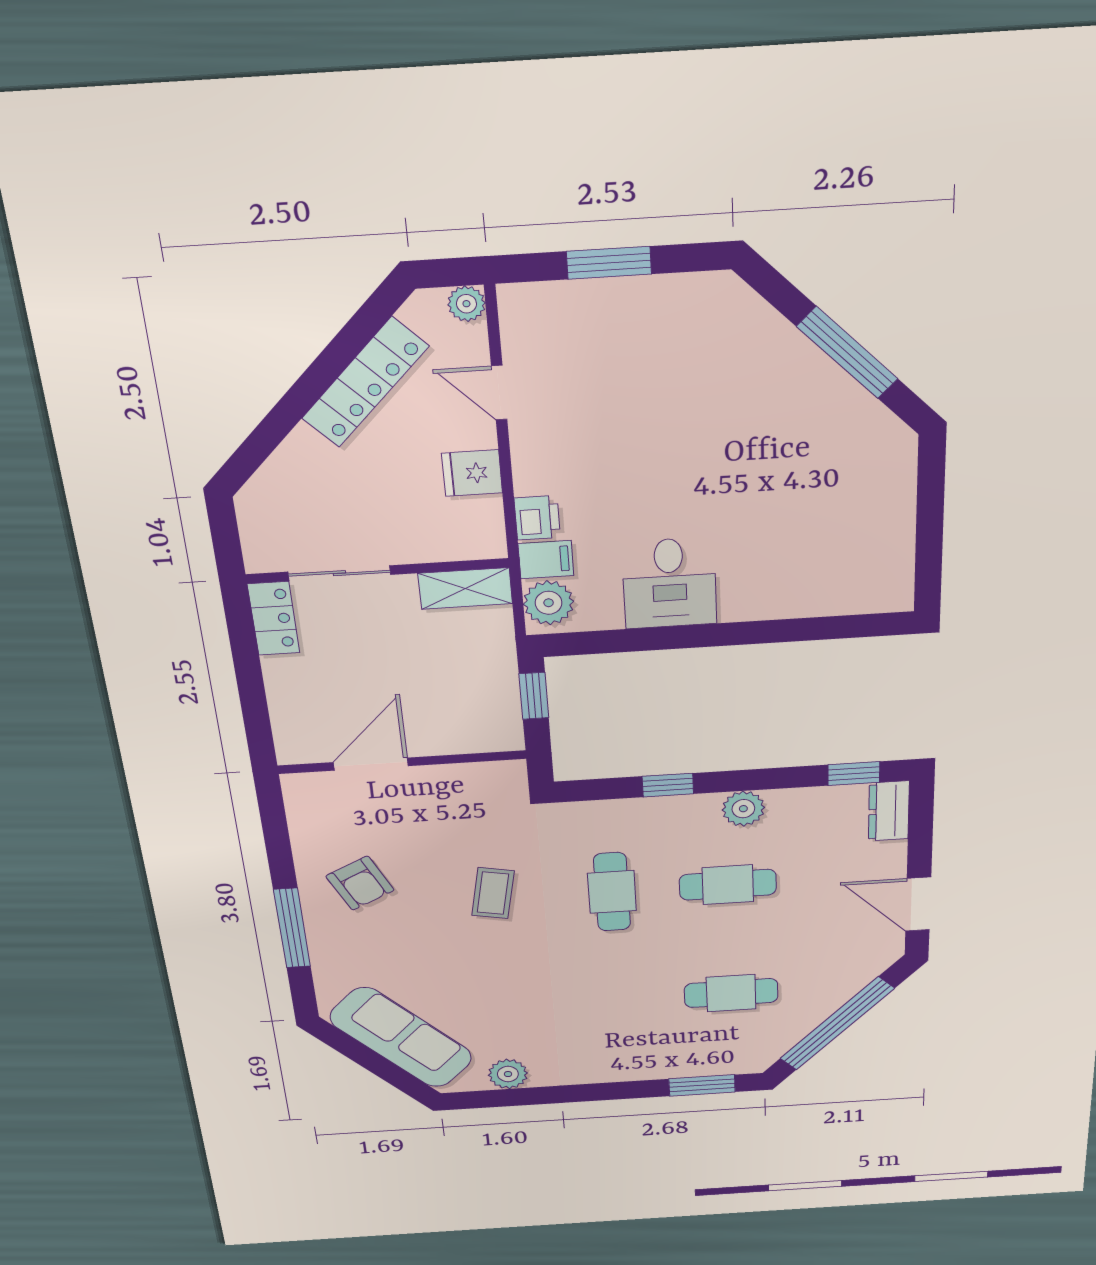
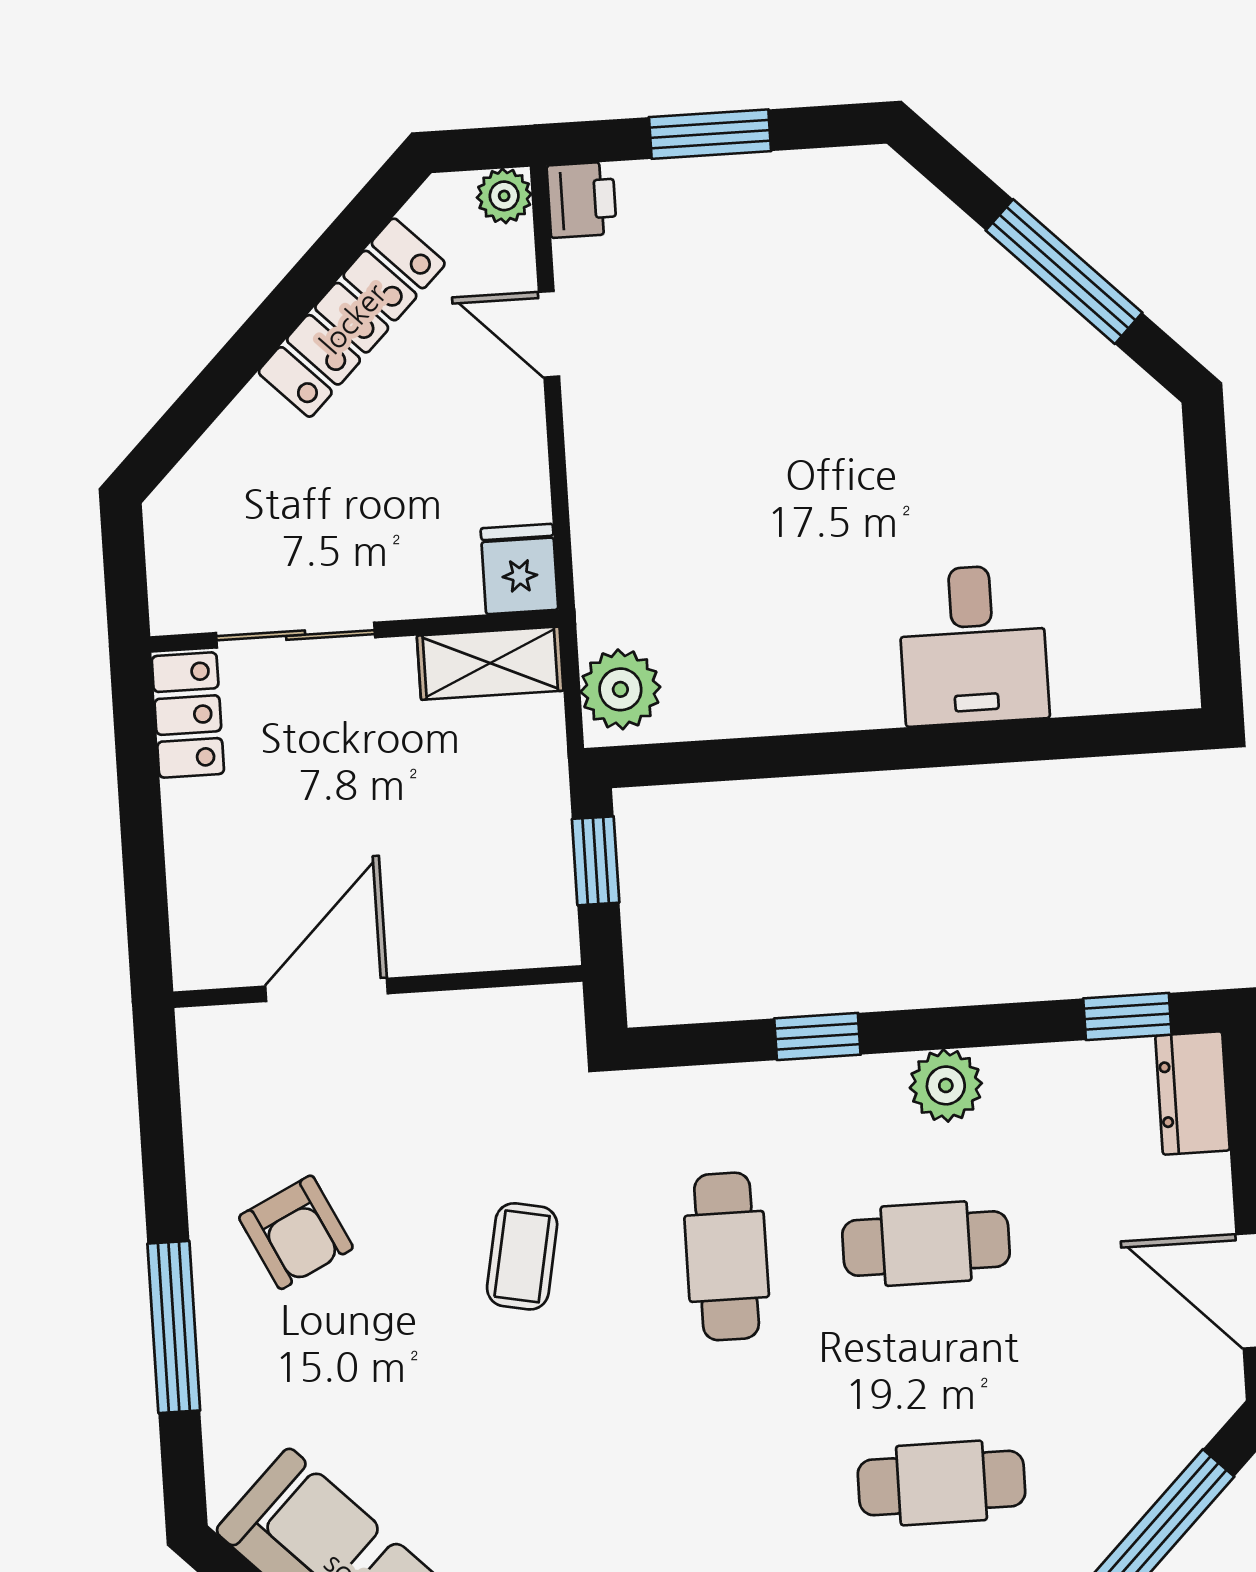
fridge: (472, 473) -> (519, 569), moved, turned 90
printer: (537, 518) -> (582, 200), moved
filing cabinet: (546, 560) -> (617, 613), removed
desk: (669, 583) -> (973, 645), moved

